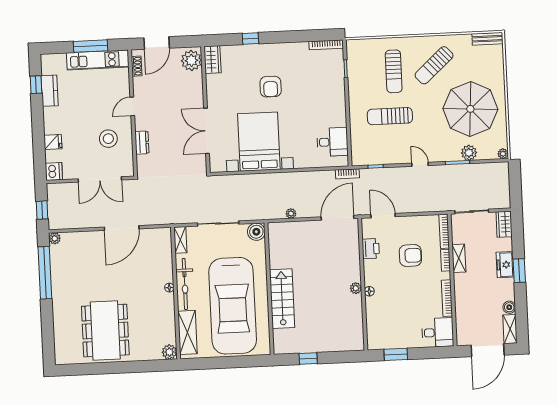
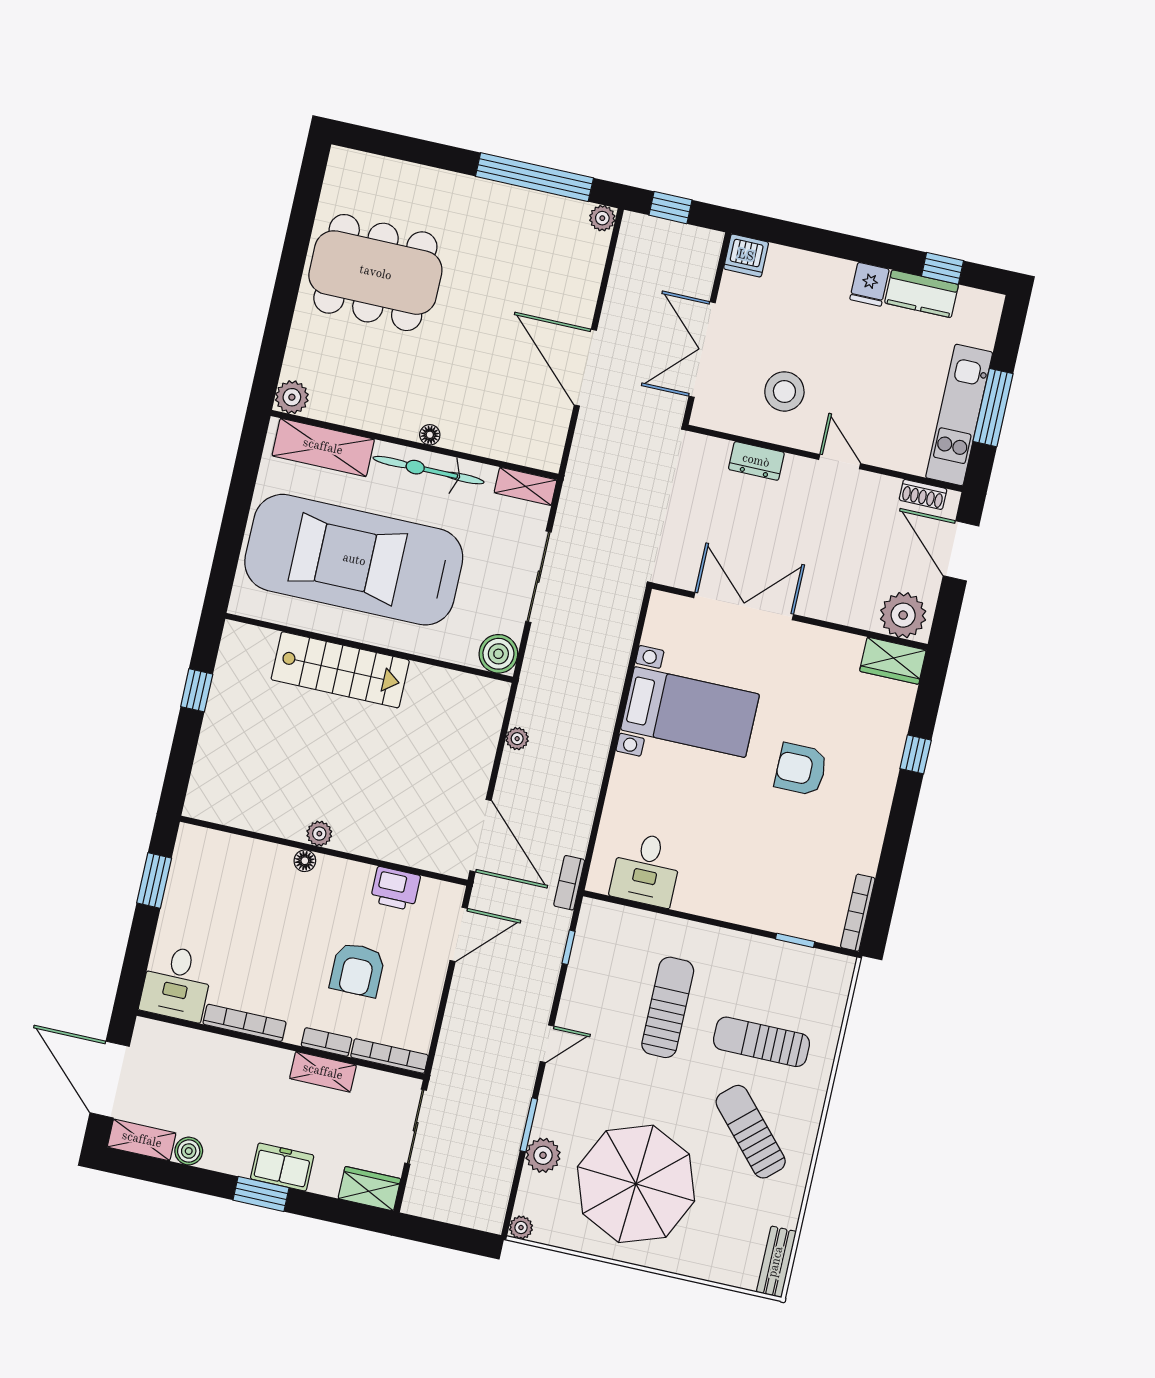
fridge: (53, 142) -> (869, 284), moved
bed with nightstands: (259, 142) -> (690, 712), width x0.73

